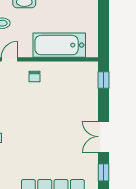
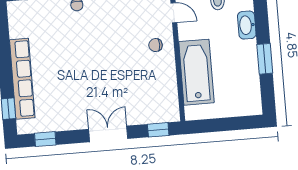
double door: (103, 137) -> (108, 134), moved

